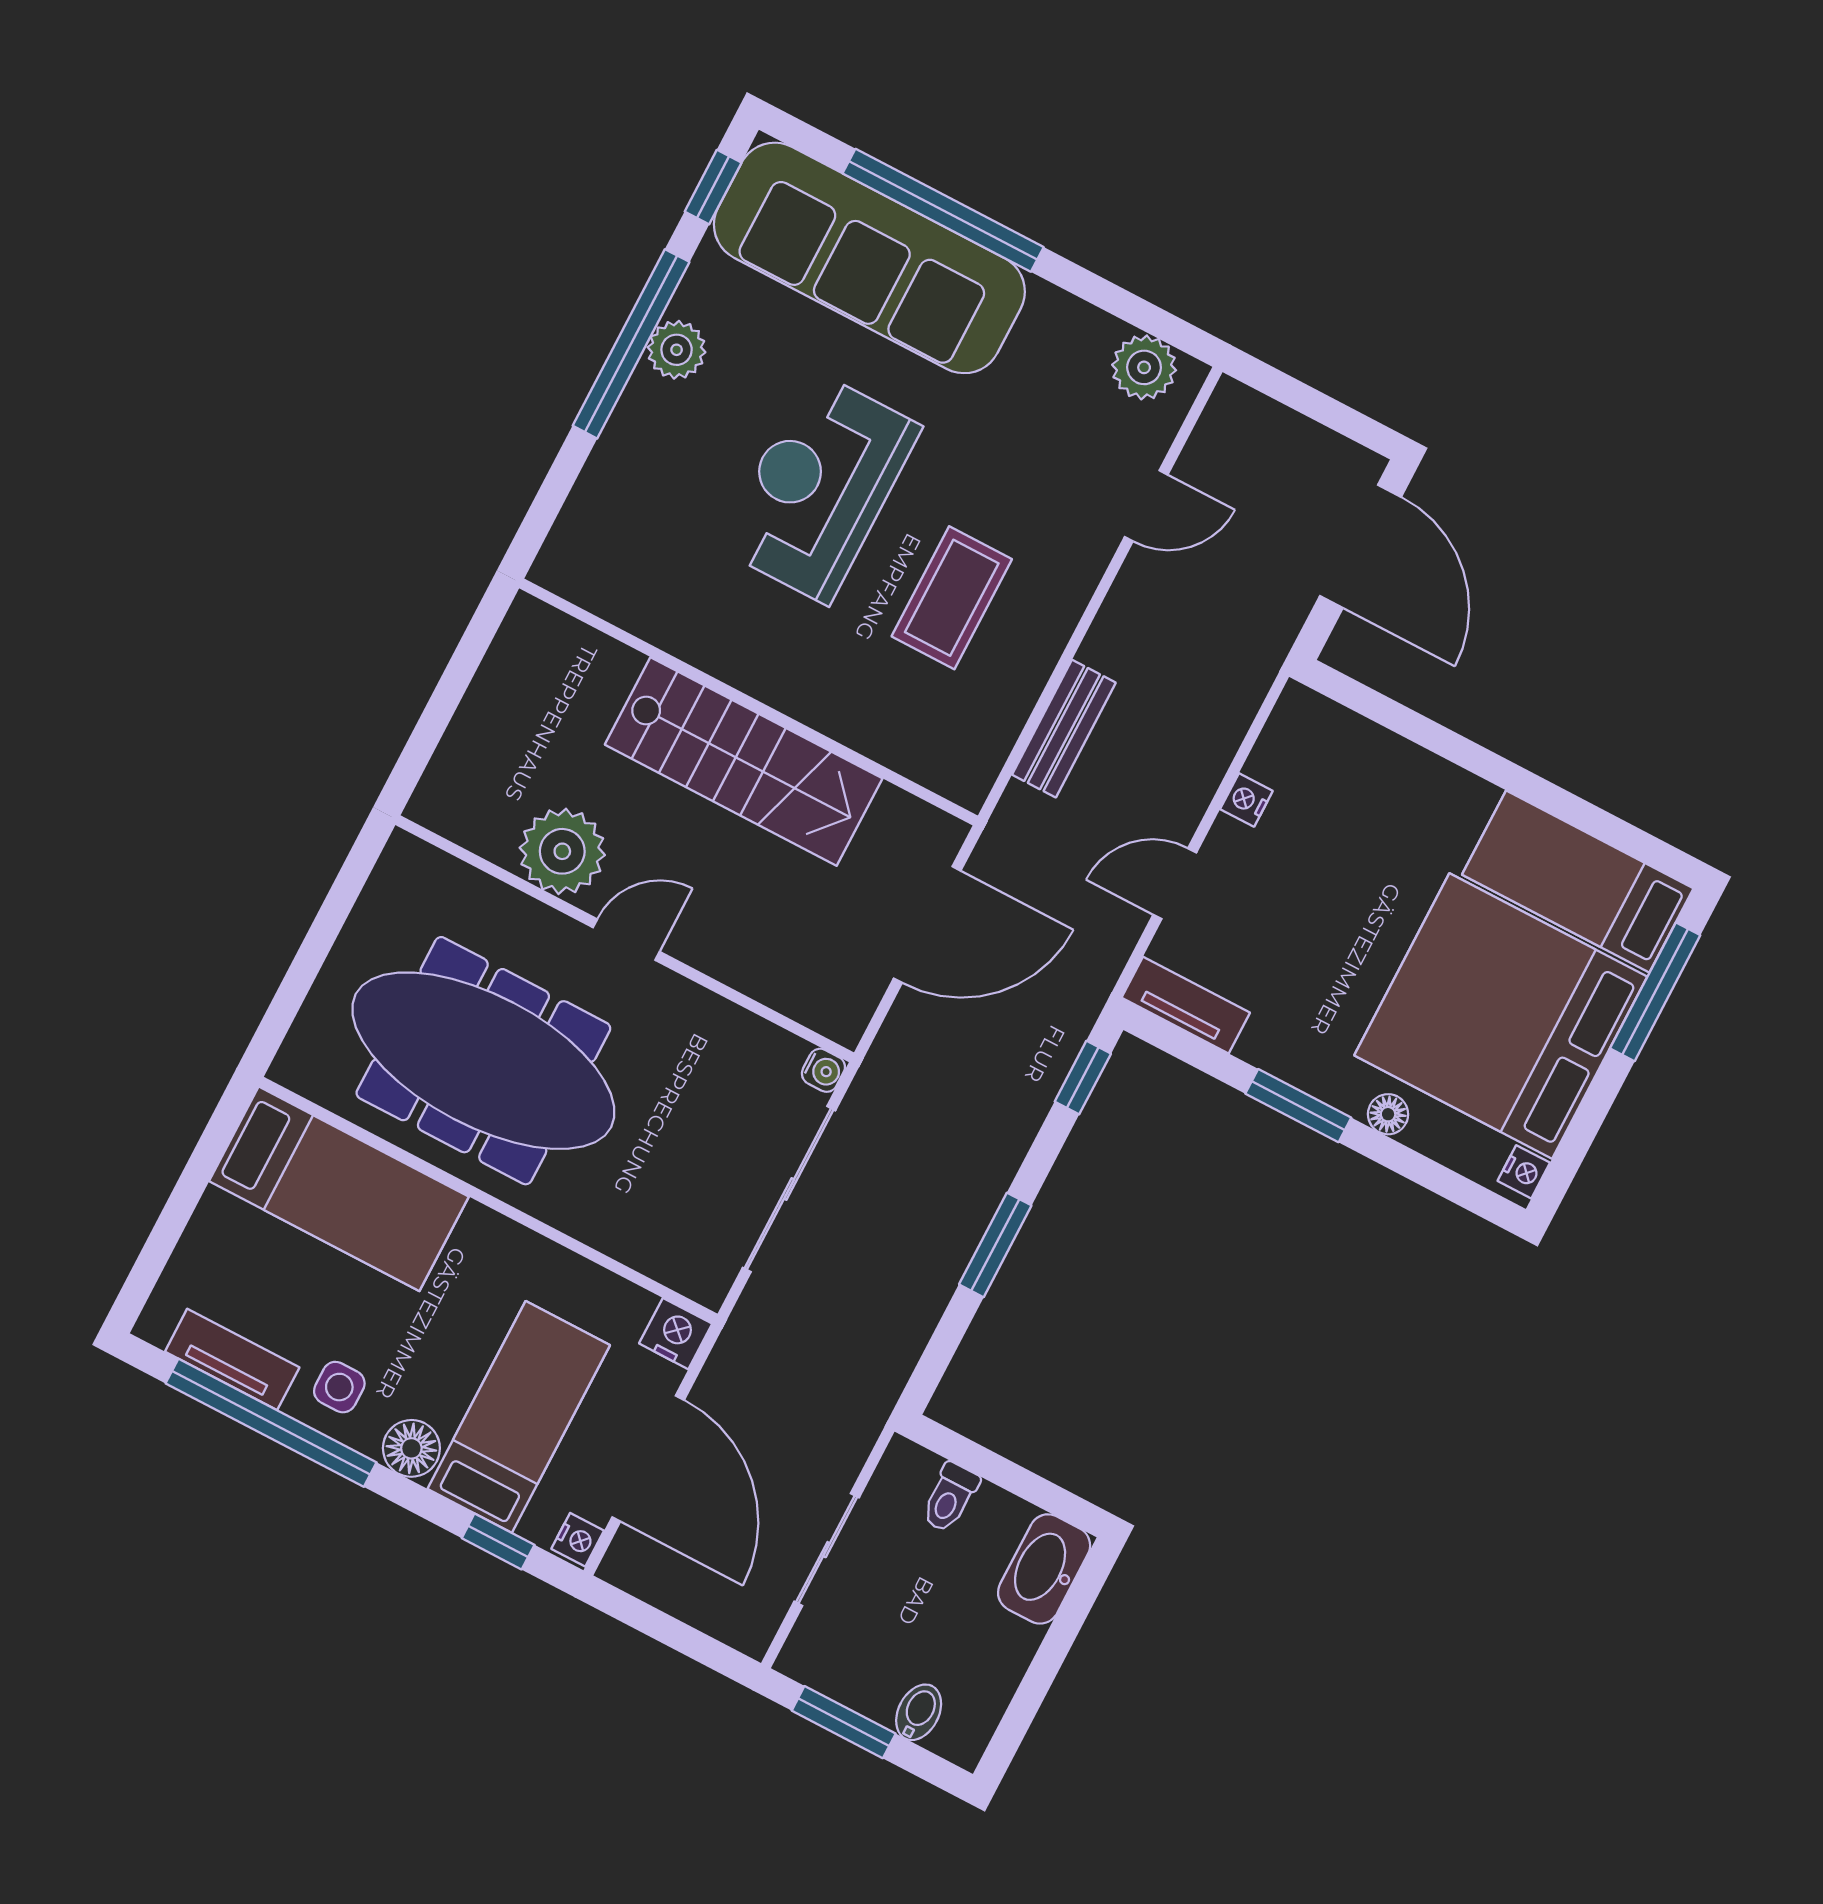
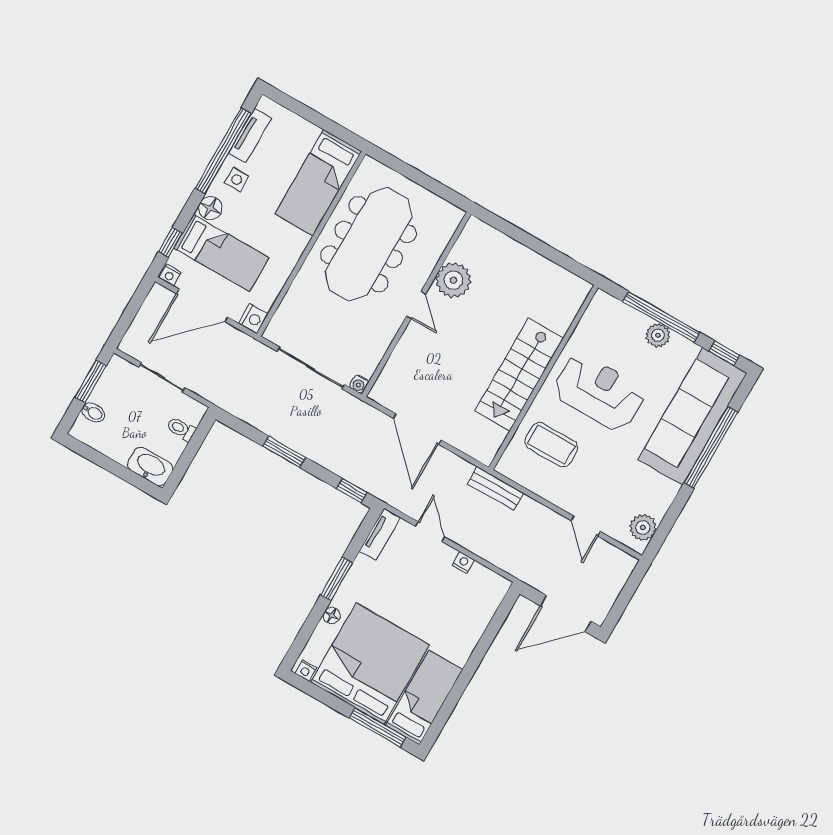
wall: (748, 702) -> (544, 377), moved
stairs: (744, 761) -> (519, 374), moved

